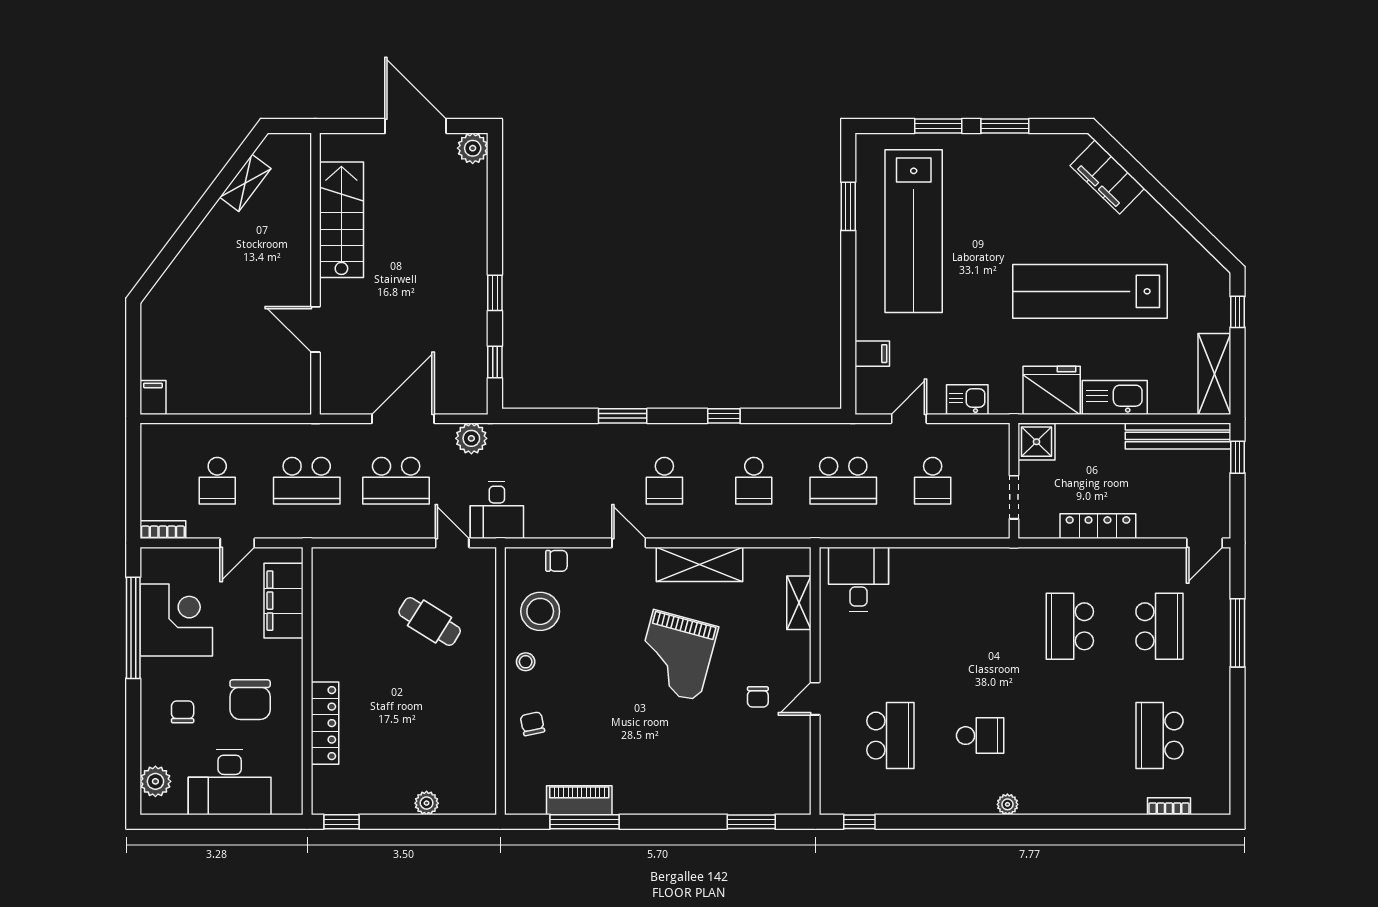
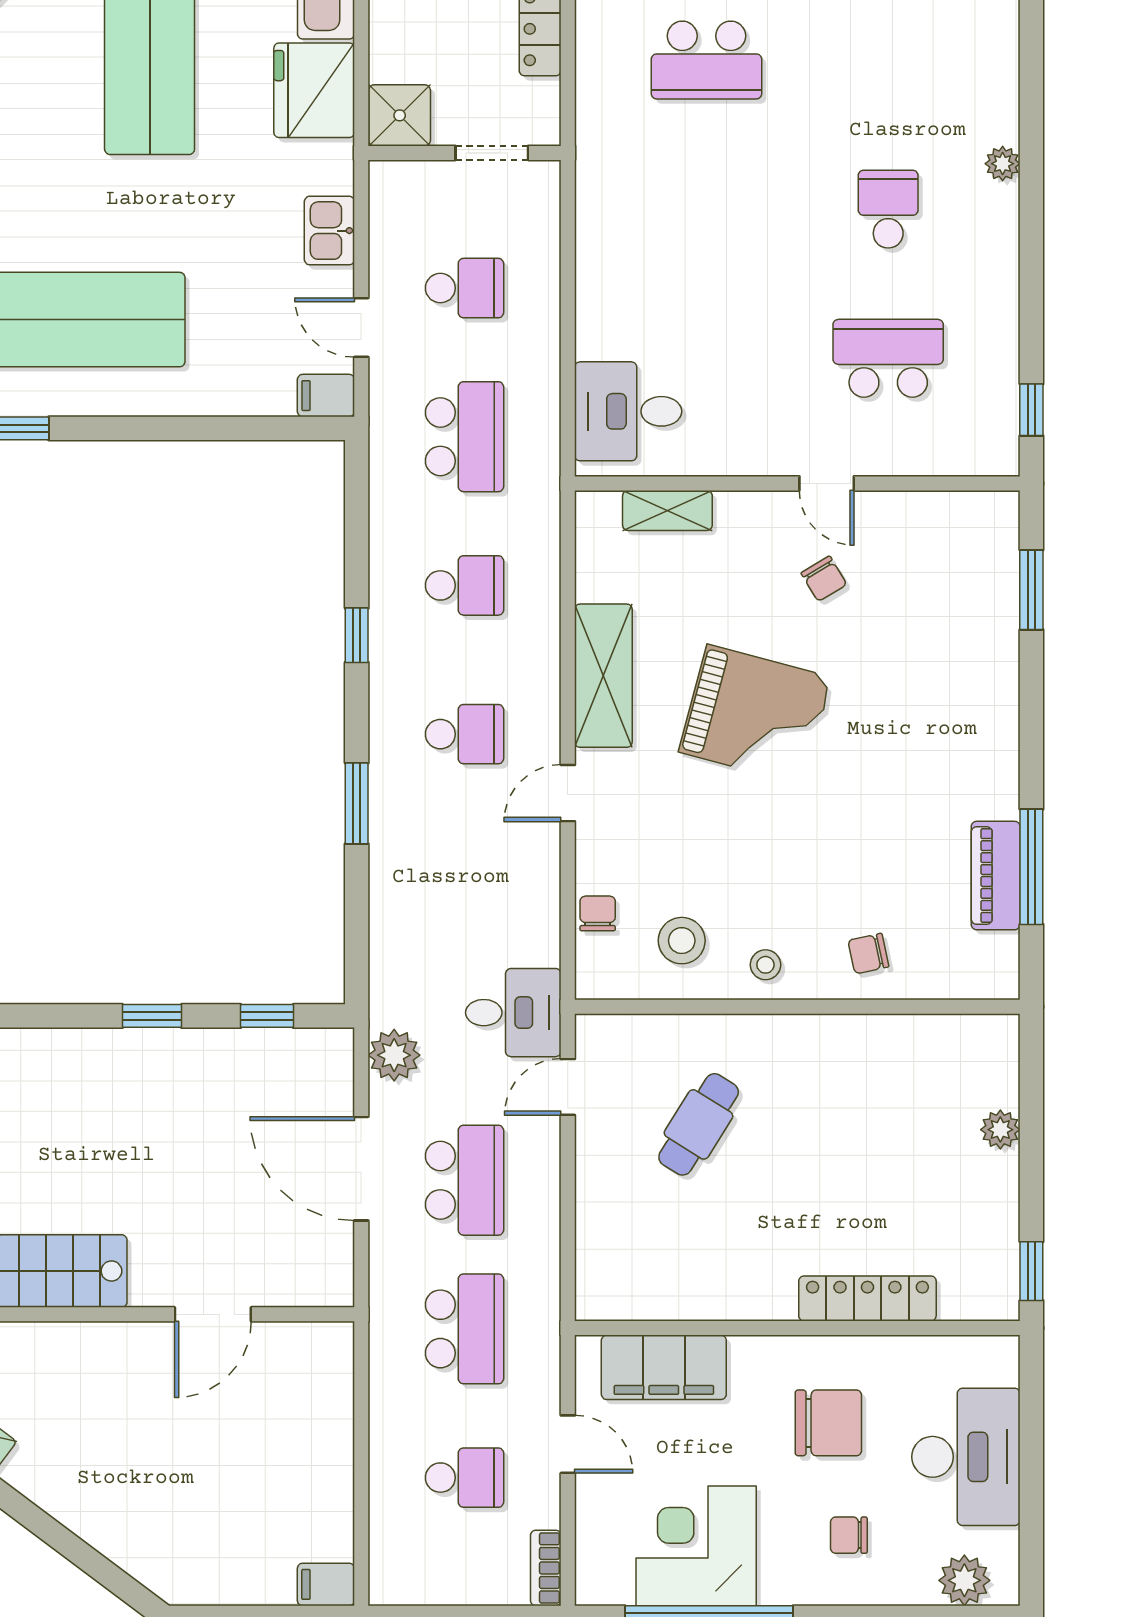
filing cabinet: (872, 354) -> (326, 396), moved, turned -90
stool: (540, 611) -> (682, 941), width x0.73, depth x0.73
chair: (758, 697) -> (824, 579), turned 59

